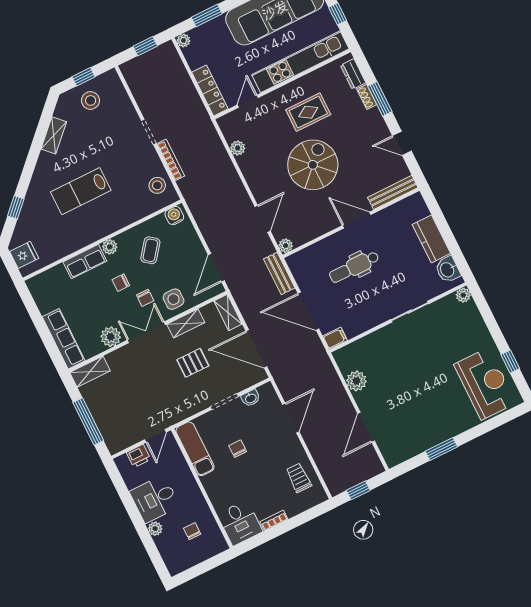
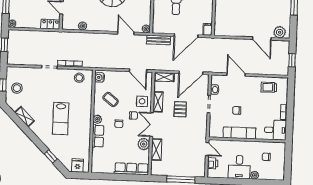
locker: (210, 91) -> (50, 24), width x0.66
shelving: (90, 372) -> (156, 150), moved
plant: (356, 381) -> (280, 32), moved
exam couch: (195, 449) -> (239, 133), moved

